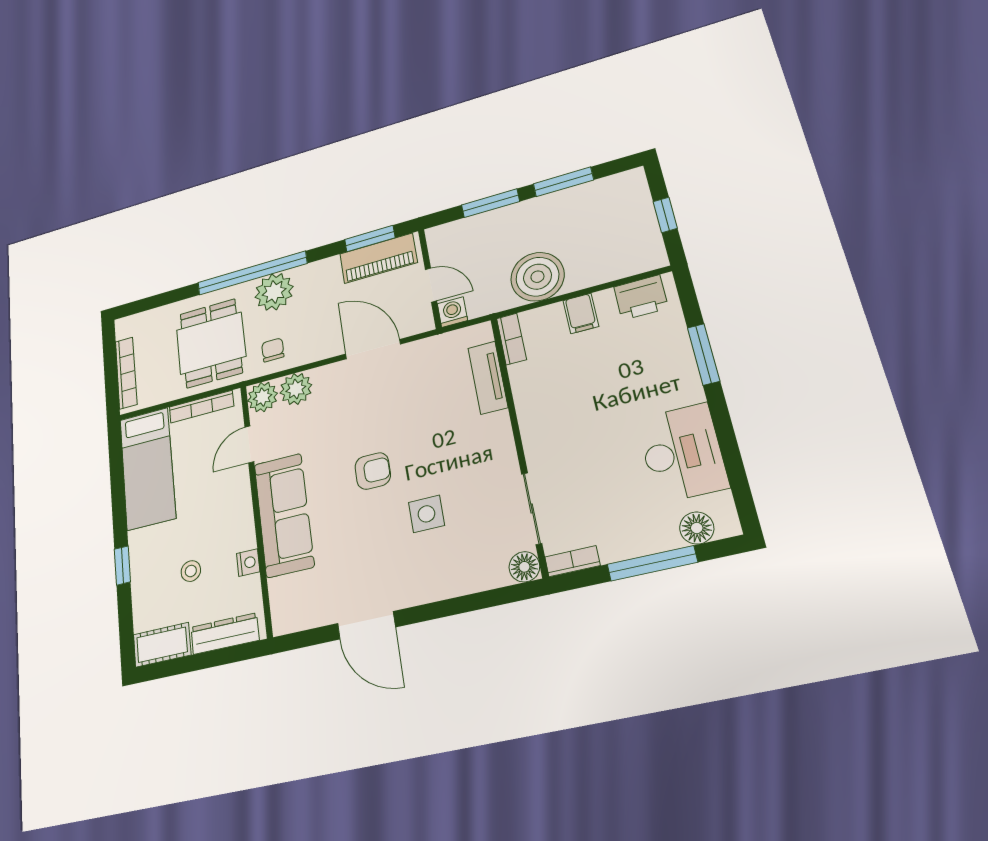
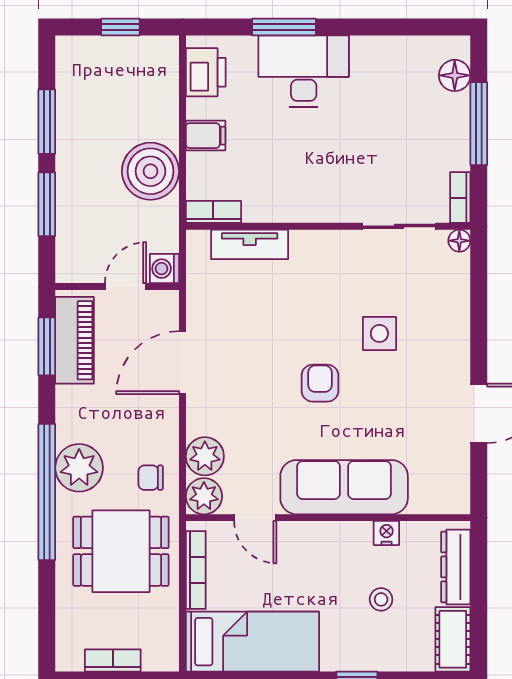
bookcase: (126, 373) -> (113, 660), width x0.64
desk: (682, 453) -> (304, 71), moved
floor lamp: (524, 567) -> (459, 241), width x0.73, depth x0.73

